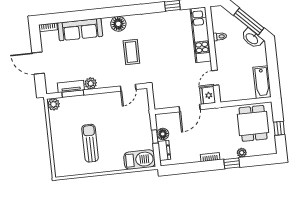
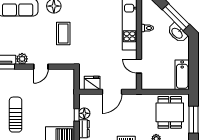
door: (215, 78) -> (139, 66), hinge flipped
door: (128, 88) -> (41, 67), moved
fridge: (208, 95) -> (92, 83), moved, turned 90
window: (279, 128) -> (194, 120), width x2.17

